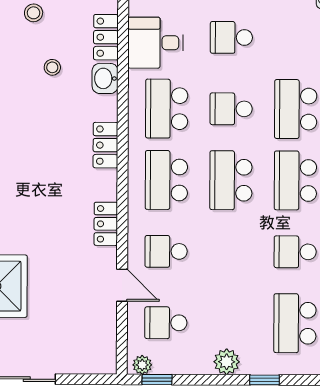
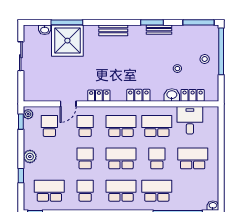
school desk: (231, 37) -> (193, 158), width x1.85
school desk: (231, 252) -> (85, 158), added

